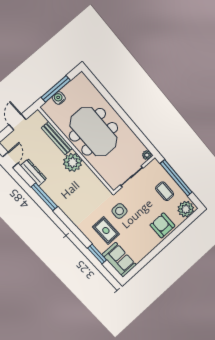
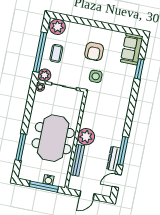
window: (108, 97) -> (21, 147), added
plant: (154, 167) -> (44, 75), added
window: (44, 197) -> (123, 151), moved
armchair: (162, 225) -> (94, 51), moved
rug: (106, 231) -> (117, 76), removed

